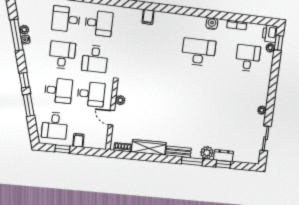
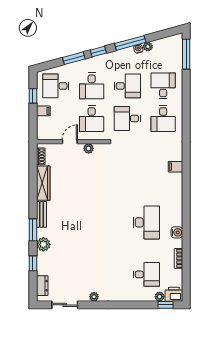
window: (17, 35) -> (130, 43), moved
dresser: (223, 156) -> (42, 286), moved

